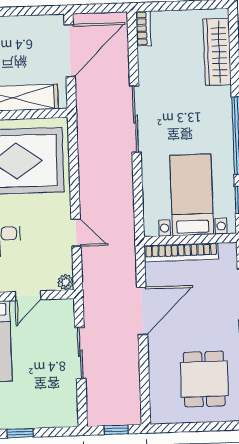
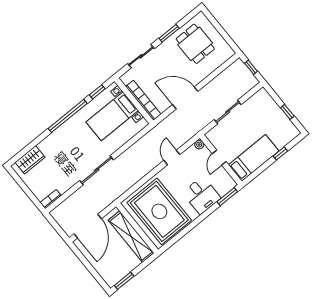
door: (70, 51) -> (88, 226), swing flipped
wardrobe: (217, 52) -> (30, 160), width x0.67
door: (28, 296) -> (219, 158), swing flipped
dining table: (204, 379) -> (195, 44), turned 90

